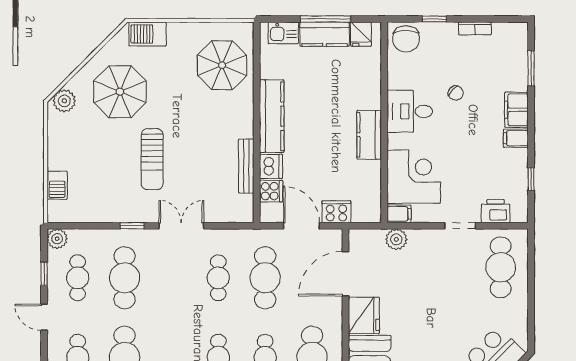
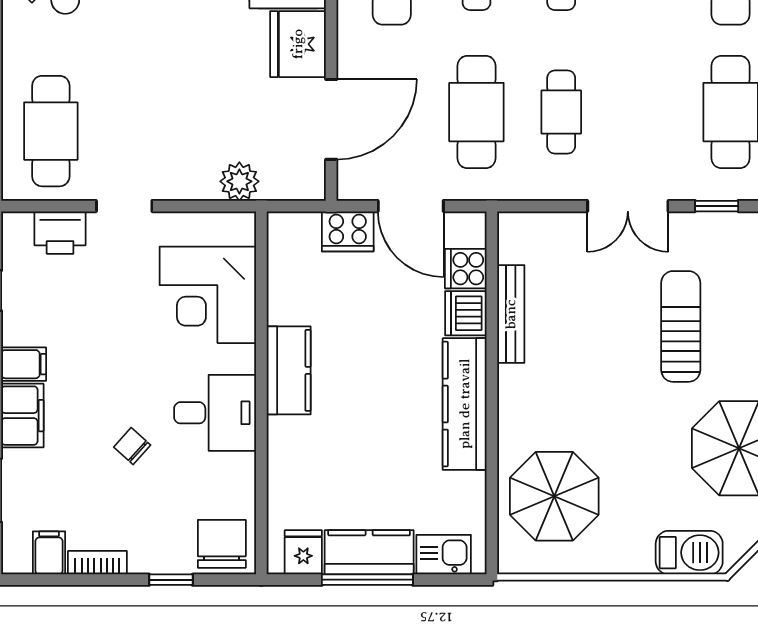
filing cabinet: (399, 214) -> (49, 553), moved, turned 90

